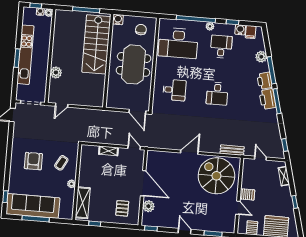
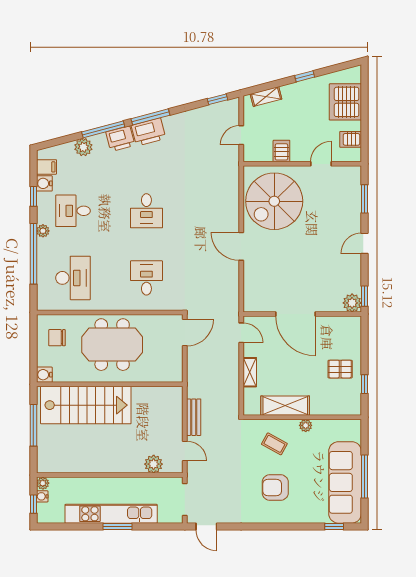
desk: (178, 43) -> (73, 278), width x0.73, depth x0.77
plant: (56, 72) -> (154, 464), moved
desk: (217, 94) -> (146, 211), turned 90
door: (134, 148) -> (241, 333), swing flipped
bench: (232, 150) -> (194, 417), moved
door: (143, 183) -> (295, 314), swing flipped
server rack: (247, 194) -> (281, 151), moved
shelving: (83, 203) -> (285, 406), moved
plant: (148, 206) -> (352, 303), moved
pallet: (122, 208) -> (340, 369), moved

